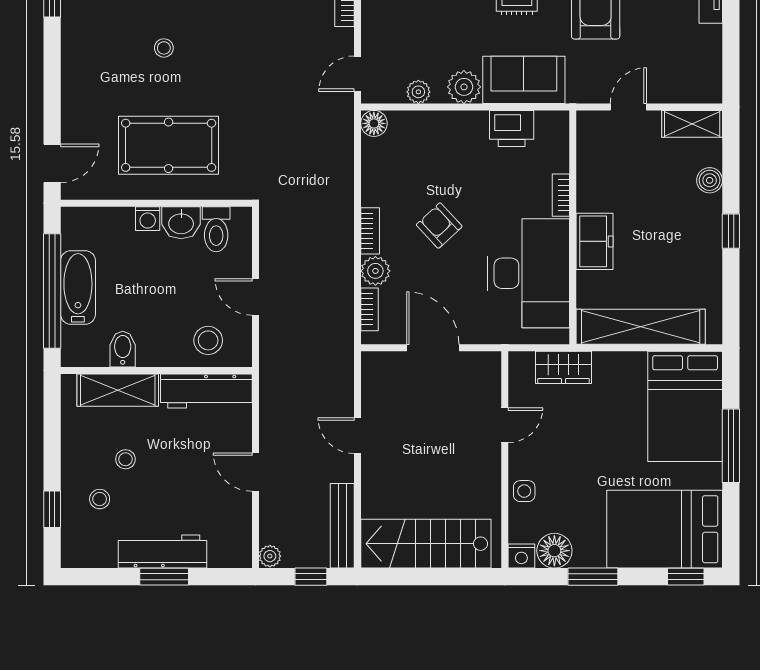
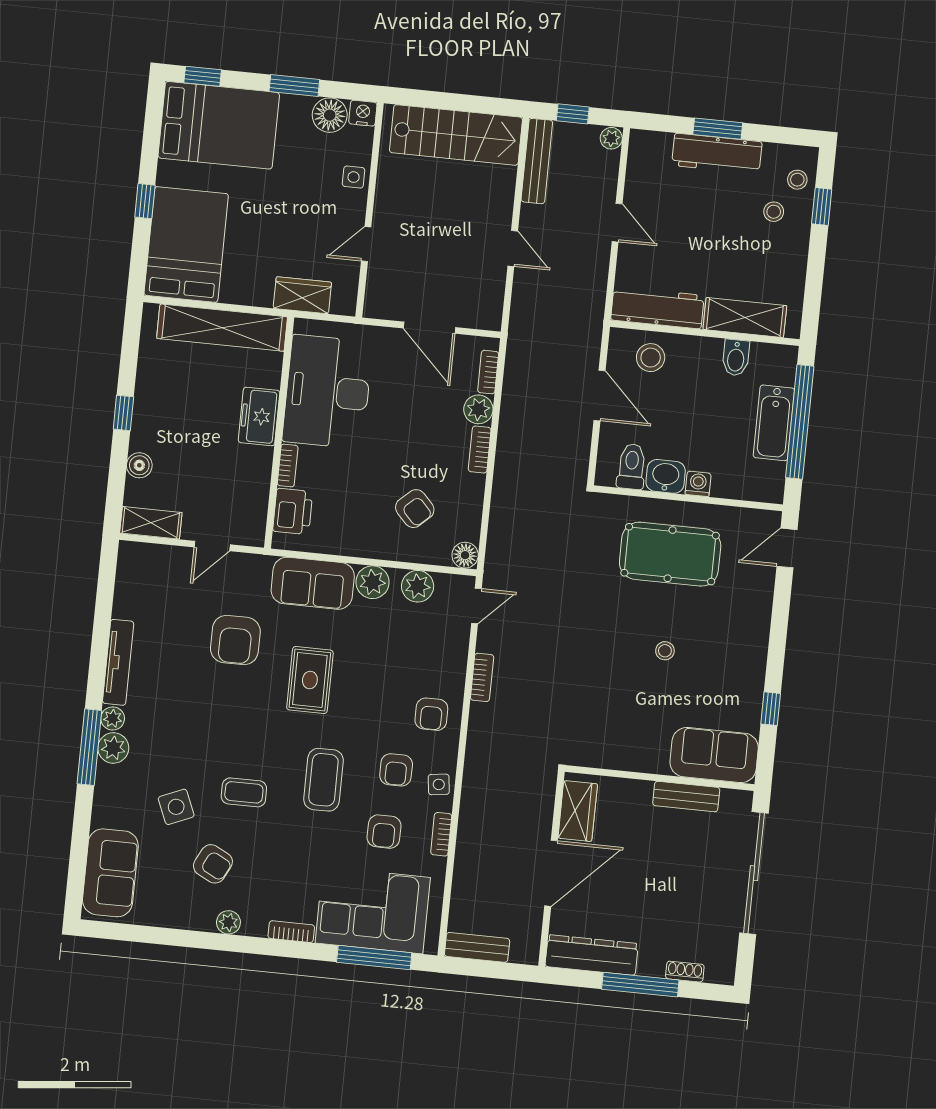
plant: (418, 92) -> (418, 586), width x1.38, depth x1.38
printer: (512, 128) -> (293, 511), moved, turned 90
armchair: (439, 226) -> (415, 509), moved
door: (255, 297) -> (600, 396), width x1.38
window: (731, 446) -> (145, 201), width x0.46
stool: (125, 459) -> (797, 180), moved

